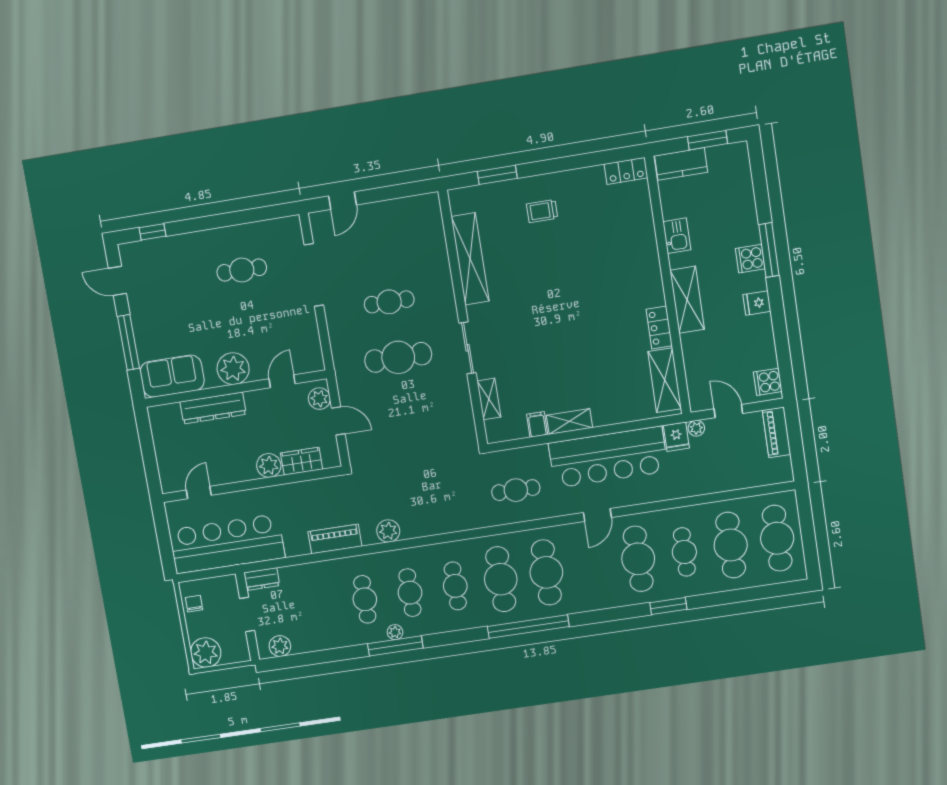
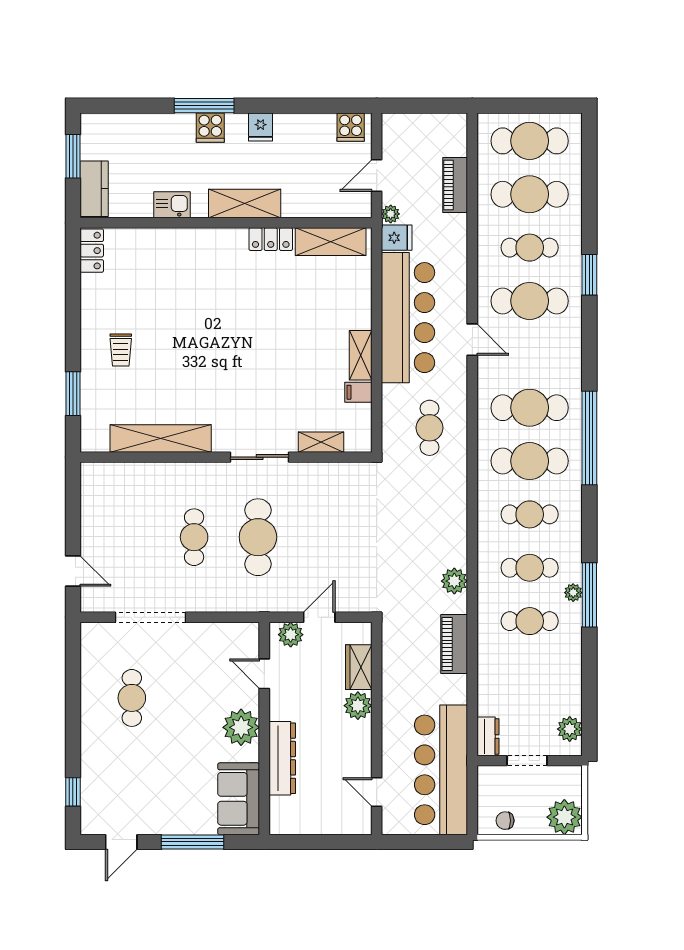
piano: (777, 432) -> (455, 185), moved, turned 90

